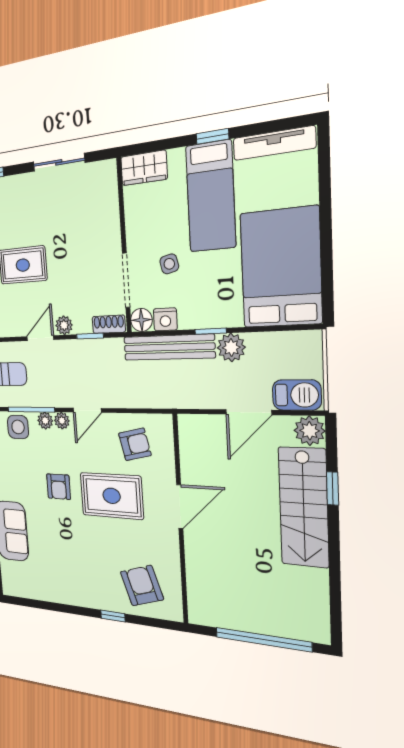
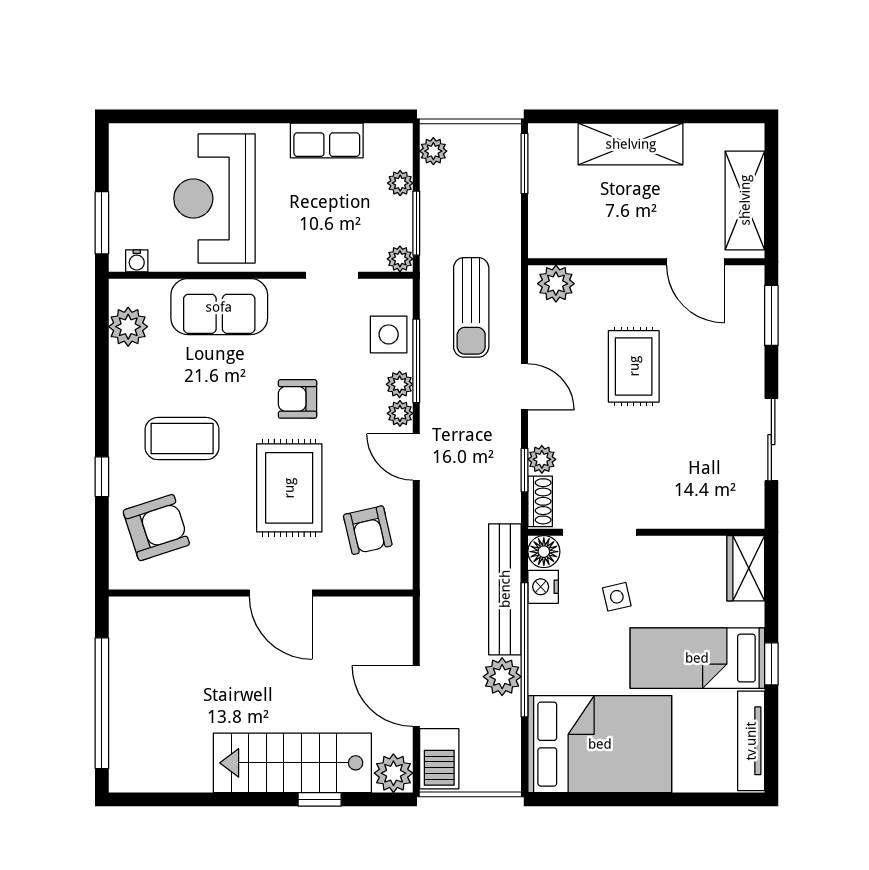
plant: (64, 325) -> (542, 459), moved
window: (211, 331) -> (524, 650), width x3.17
coffee table: (87, 562) -> (182, 439), added
plant: (27, 587) -> (128, 327), added

